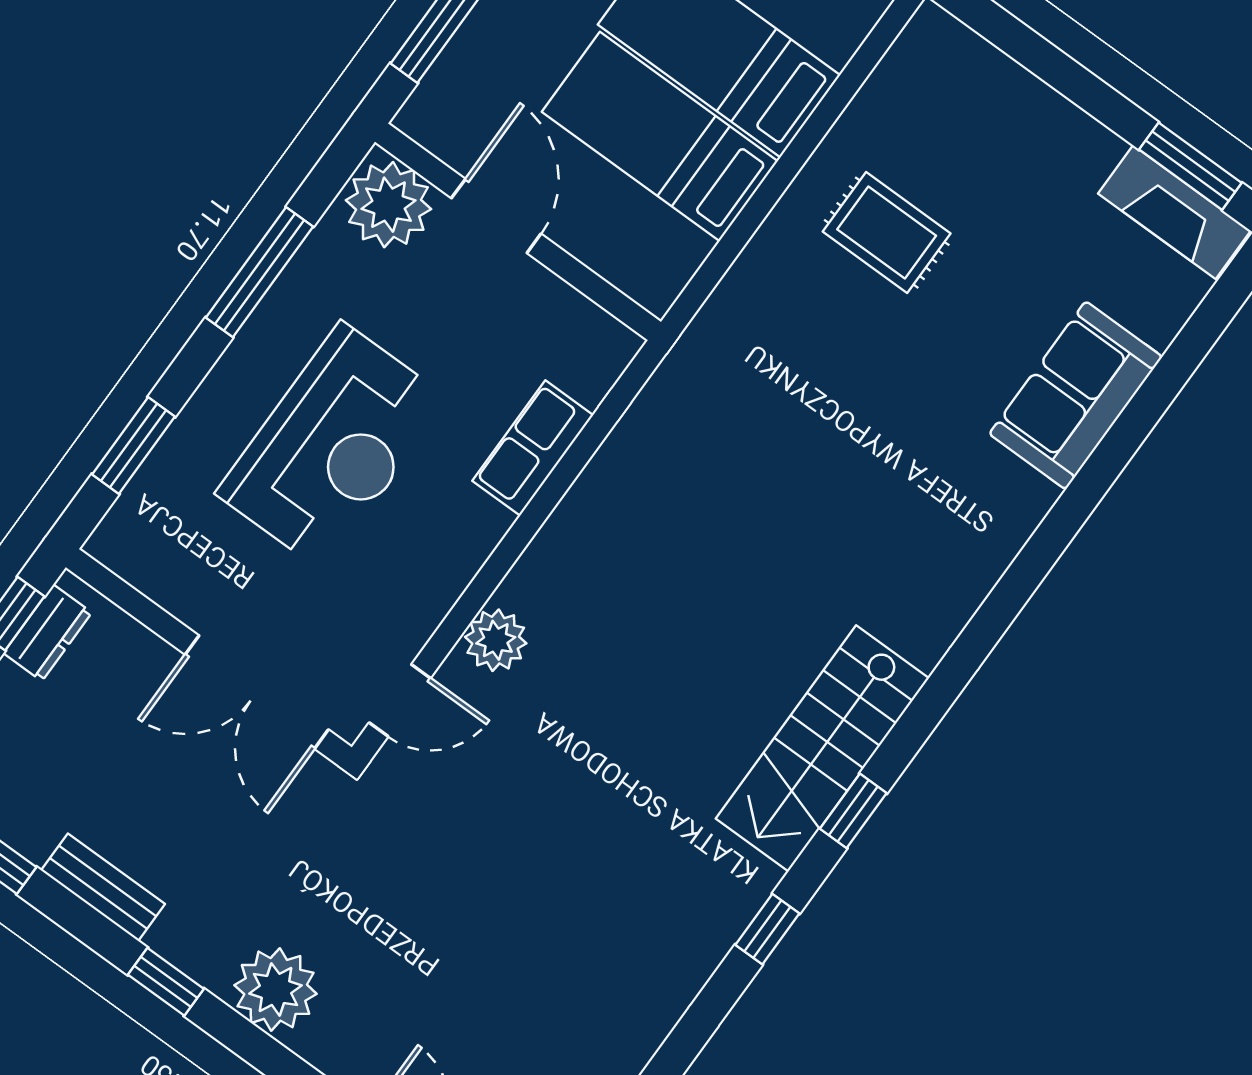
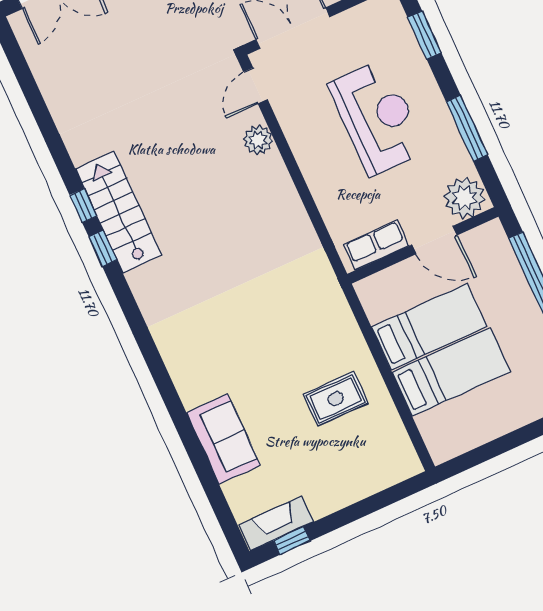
window: (1190, 166) -> (292, 541), width x0.67
reception desk: (332, 446) -> (377, 118), turned 180
row of seats: (533, 448) -> (376, 245), moved, turned -90
stairs: (822, 748) -> (119, 212), moved
window: (767, 929) -> (83, 206), moved

